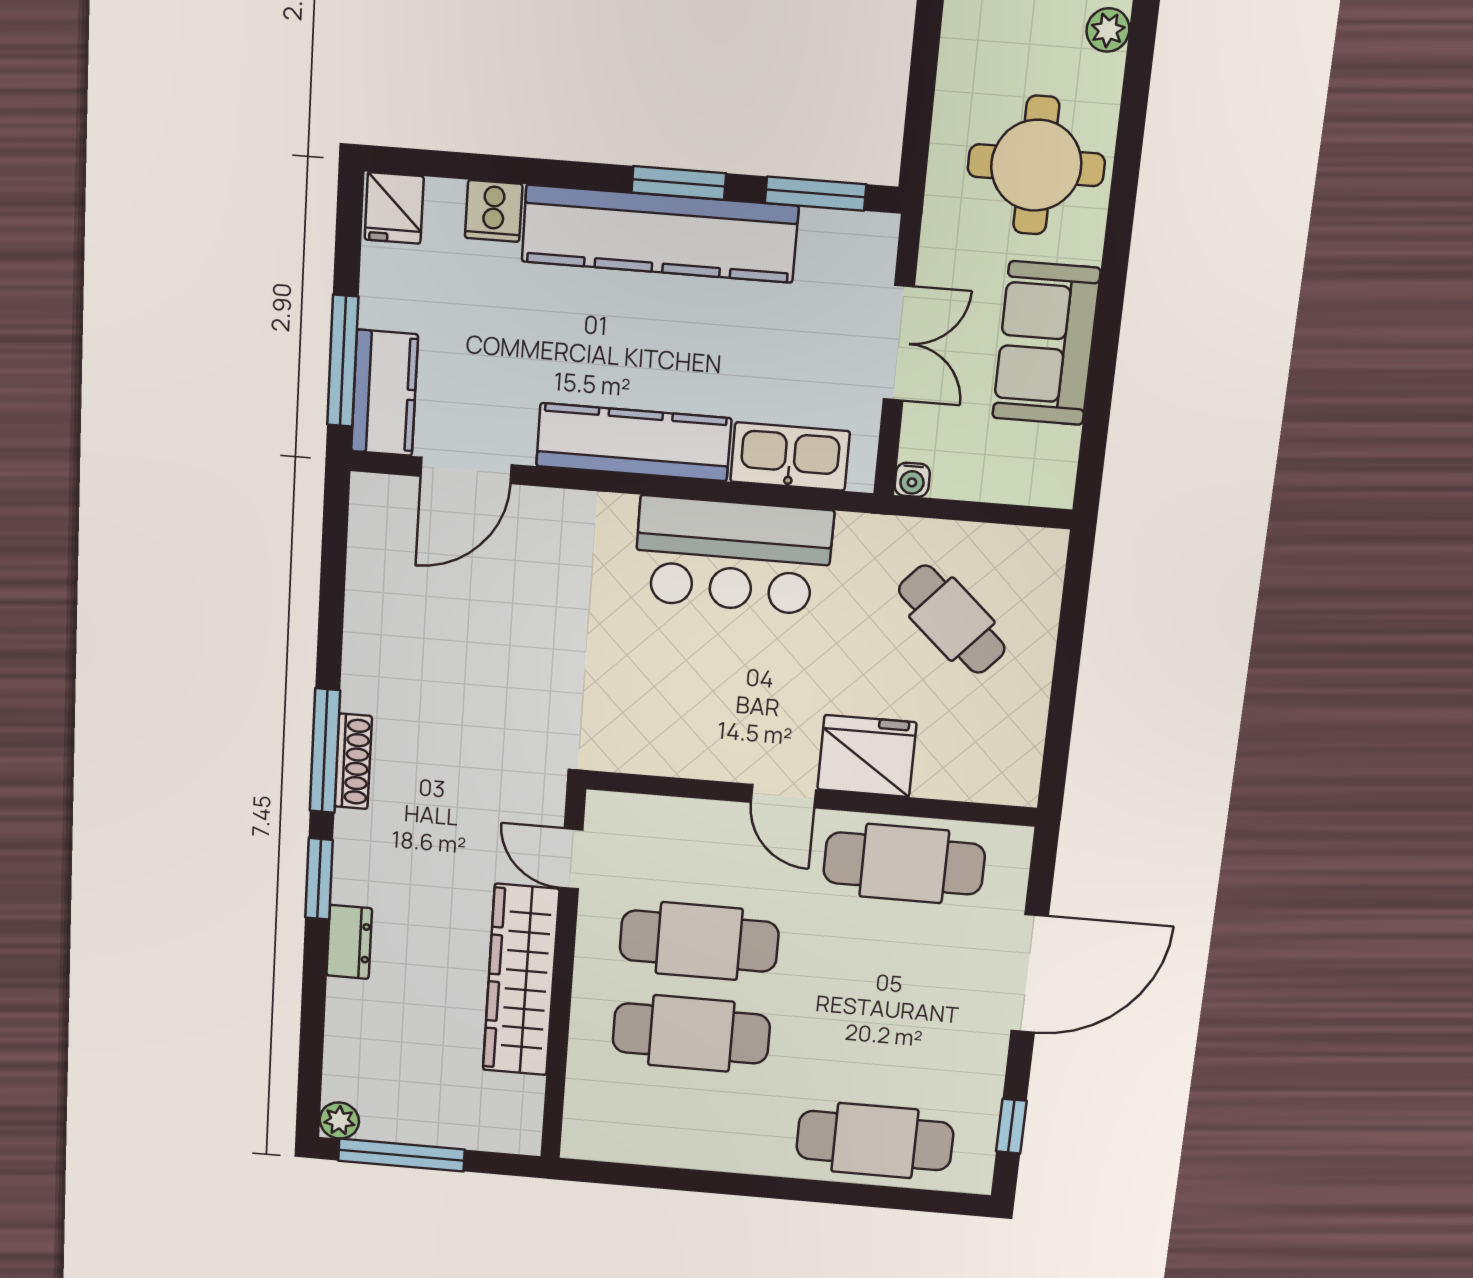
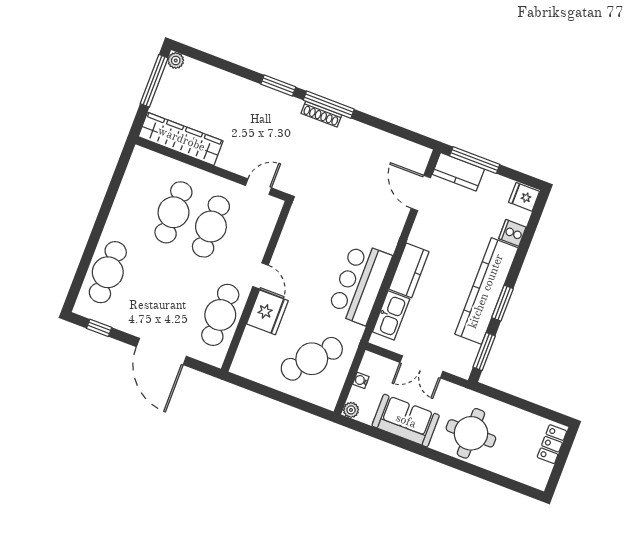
plant: (1108, 30) -> (351, 410), moved
kitchen counter: (634, 442) -> (409, 270), width x0.67
water cooler: (912, 480) -> (361, 380), moved
cafe table: (952, 619) -> (312, 359), width x1.37, depth x1.35
door: (783, 796) -> (260, 276), swing flipped
dresser: (349, 942) -> (249, 89), removed
wardrobe: (521, 980) -> (181, 139), moved

